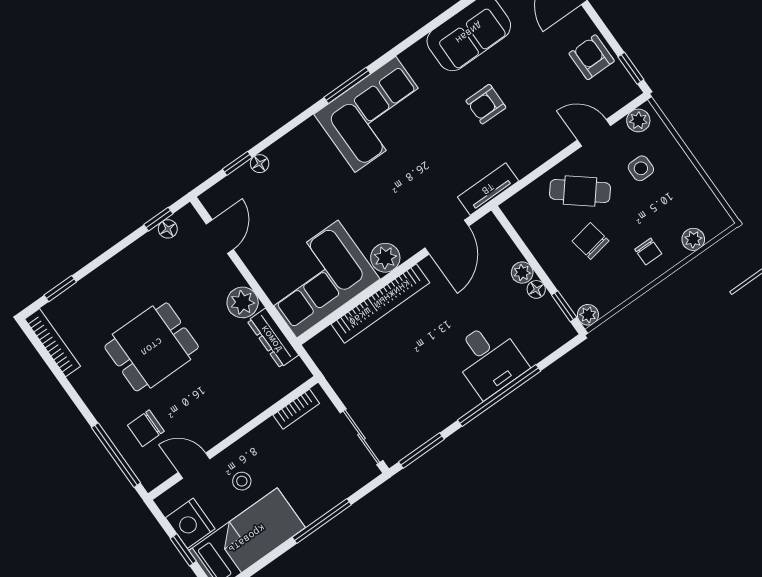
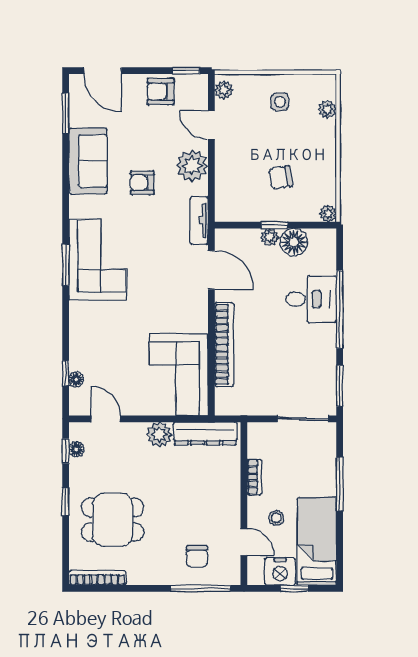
armchair: (486, 104) -> (142, 183), turned 90
door: (594, 133) -> (211, 125), hinge flipped
floor lamp: (260, 164) -> (76, 379), moved
side table: (641, 168) -> (280, 102), moved
cafe table: (580, 191) -> (243, 161), removed
chair: (648, 252) -> (315, 144), removed
plant: (385, 258) -> (192, 166), moved, width x1.36, depth x1.36
window: (60, 289) -> (66, 502), moved
floor lamp: (536, 289) -> (294, 242), width x1.89, depth x1.89
window: (564, 306) -> (275, 225), moved
dresser: (273, 338) -> (205, 433), width x1.37, depth x1.24
dining table: (152, 347) -> (113, 520), moved, turned 90
bookcase: (296, 409) -> (254, 477), moved
door: (194, 466) -> (244, 542), swing flipped

